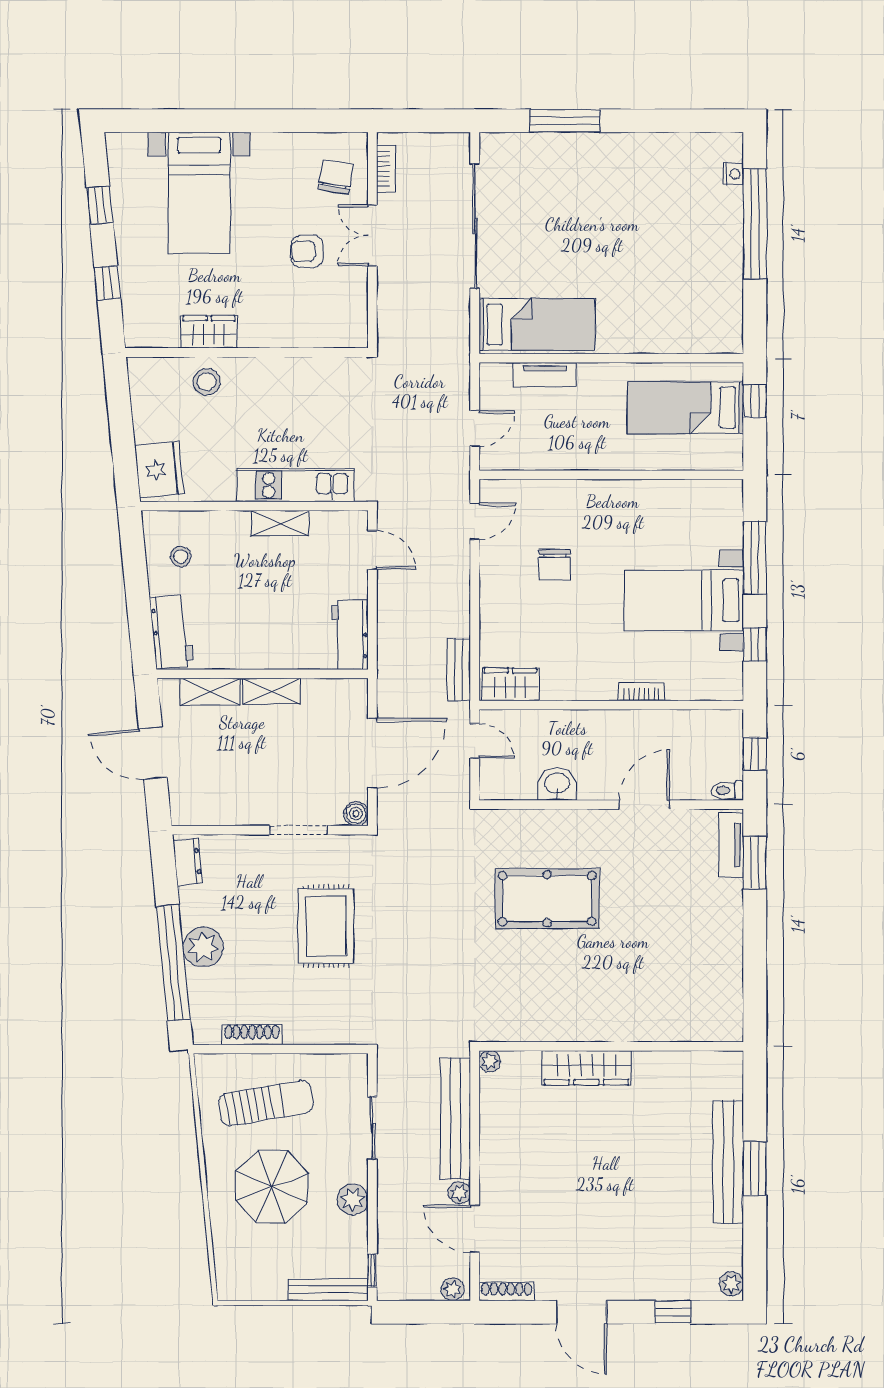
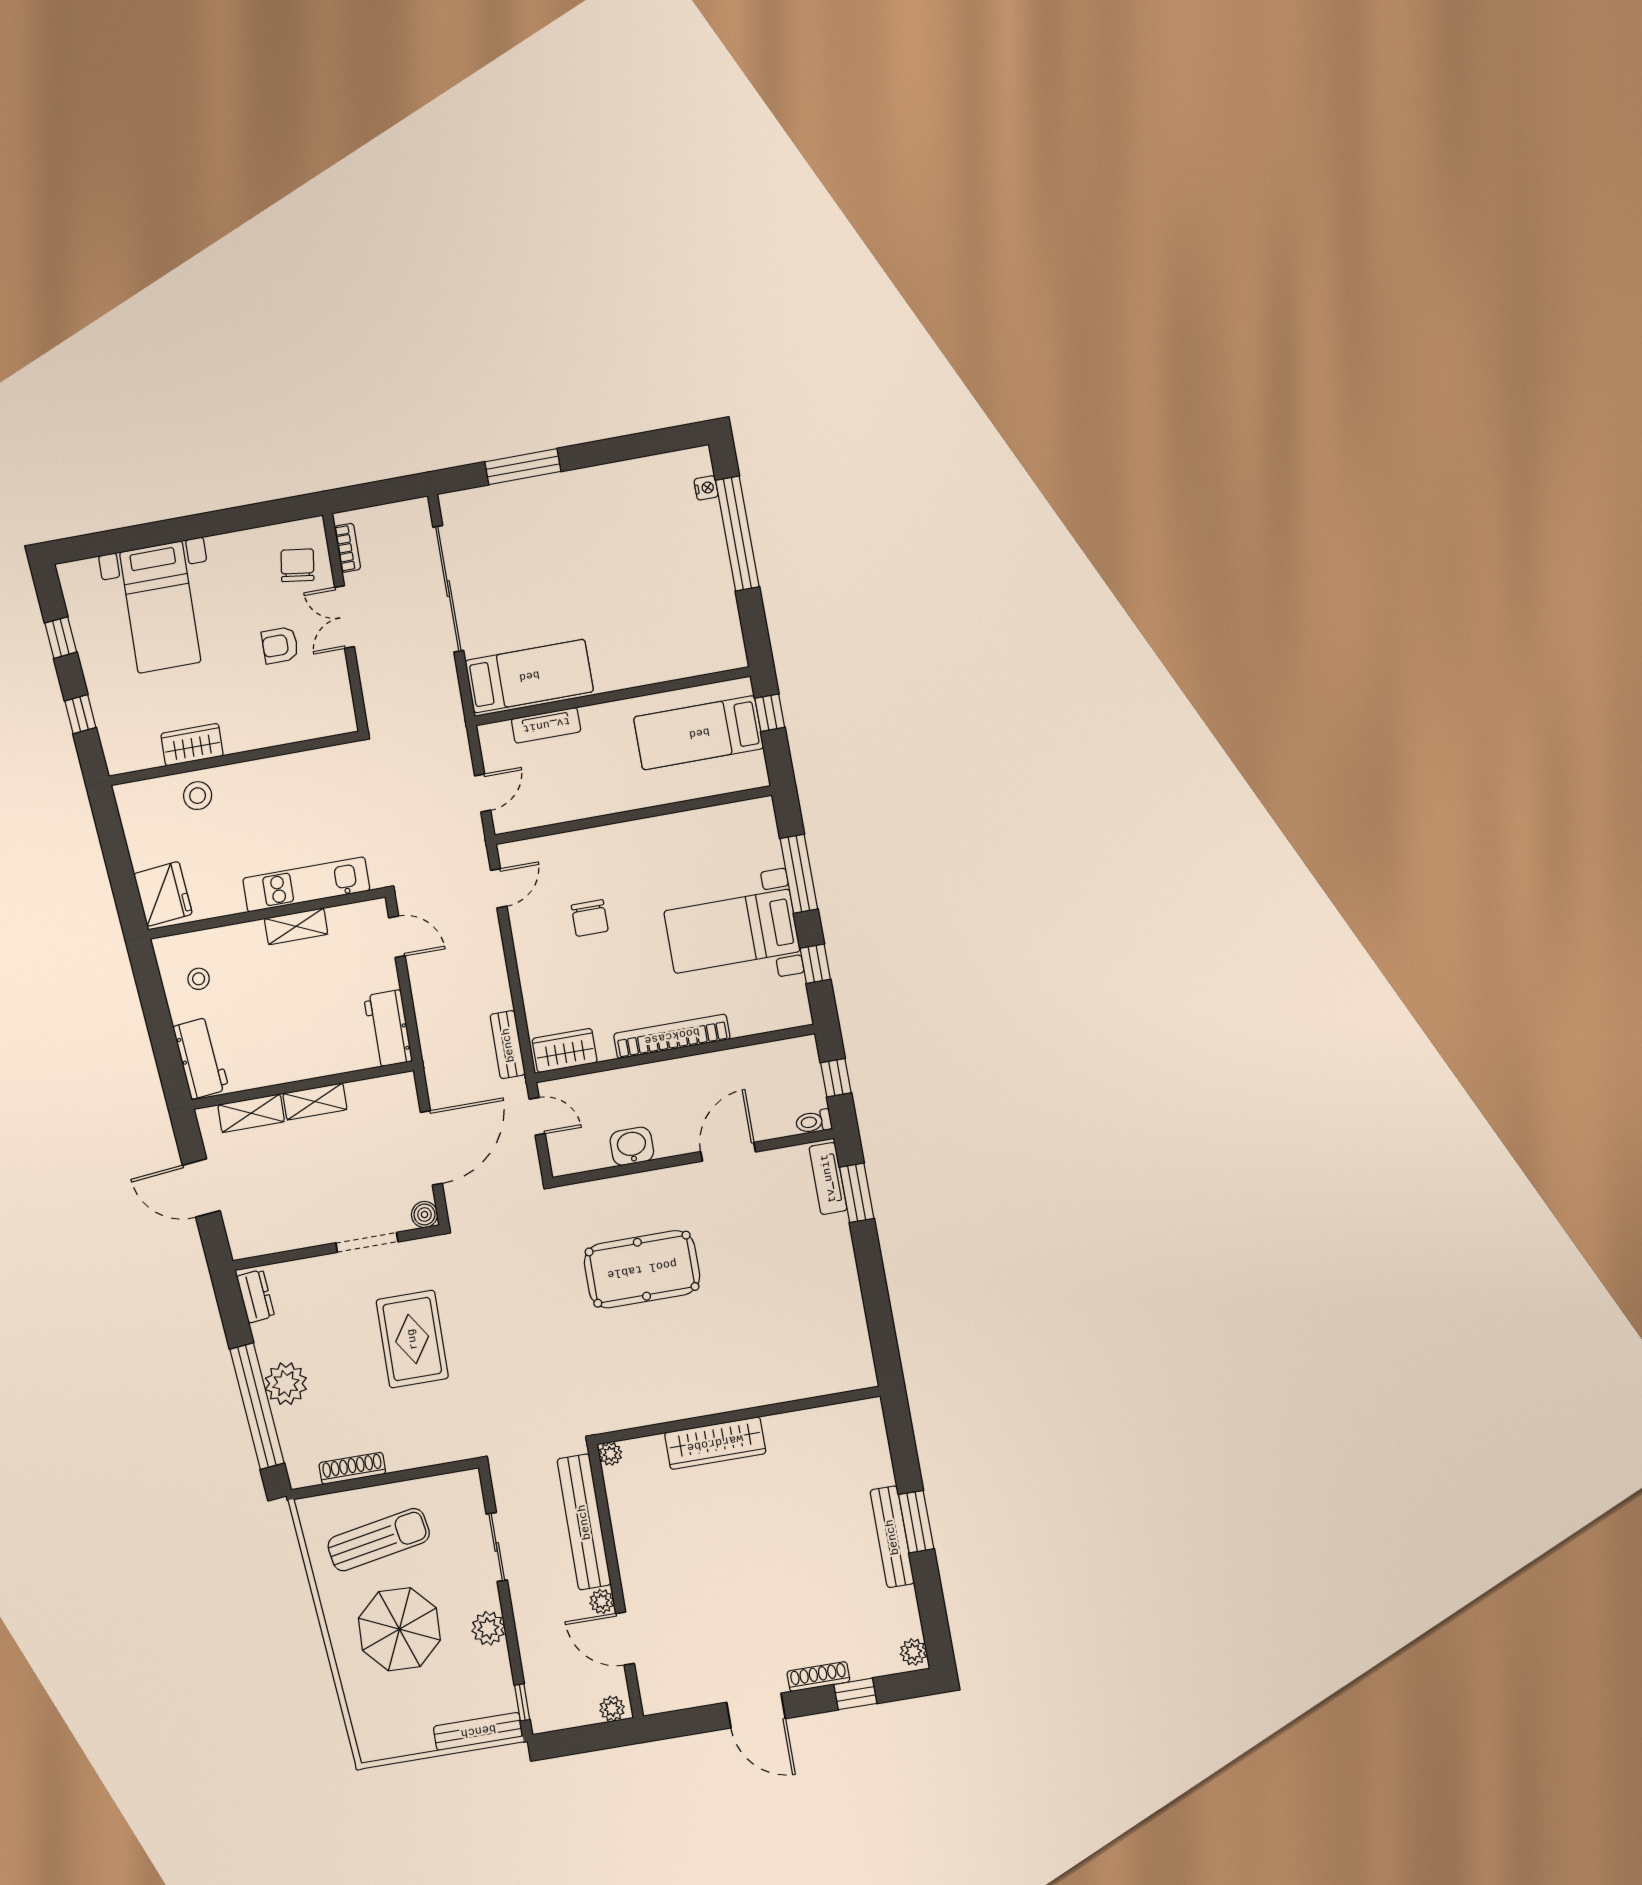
bookcase: (642, 692) -> (672, 1036), width x2.31, depth x1.31
bench: (728, 1162) -> (892, 1537), width x0.73, depth x0.82
shoe rack: (507, 1291) -> (818, 1677), moved

